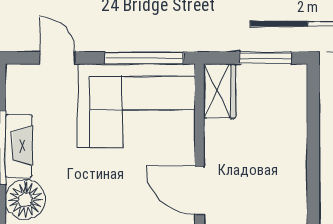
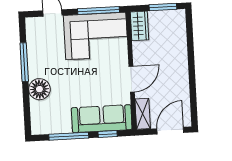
fireplace: (19, 146) -> (34, 61), removed
door: (199, 190) -> (132, 79), swing flipped

